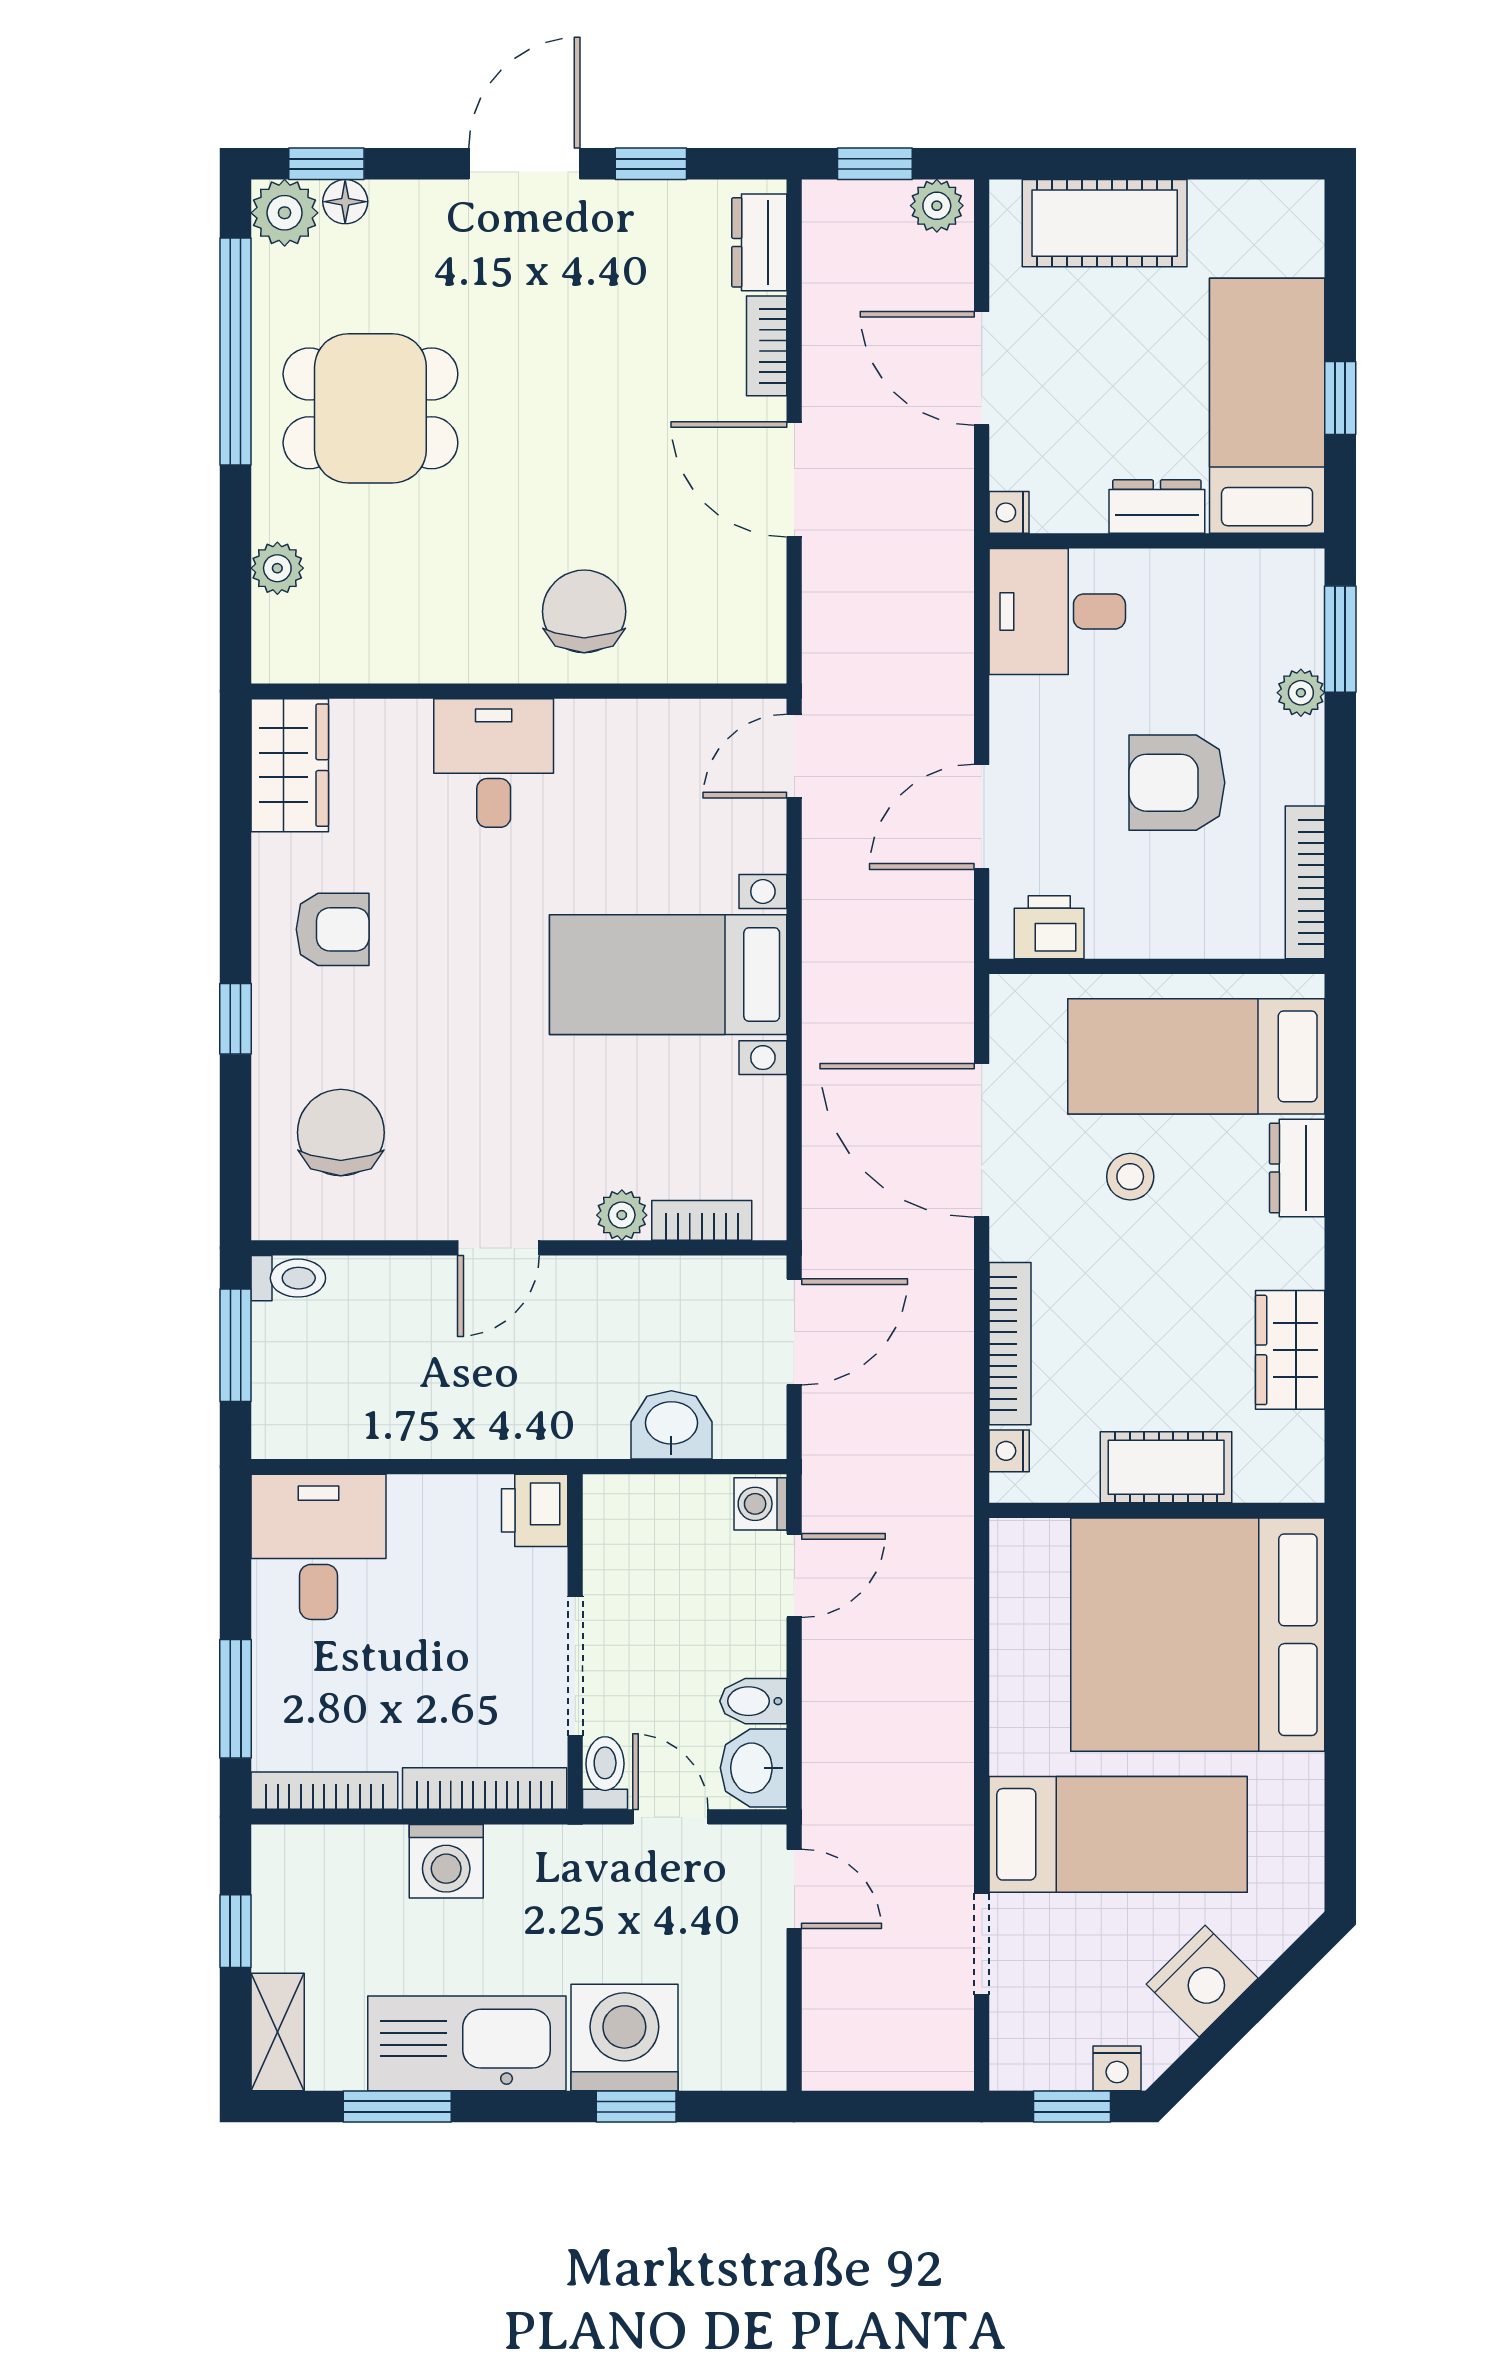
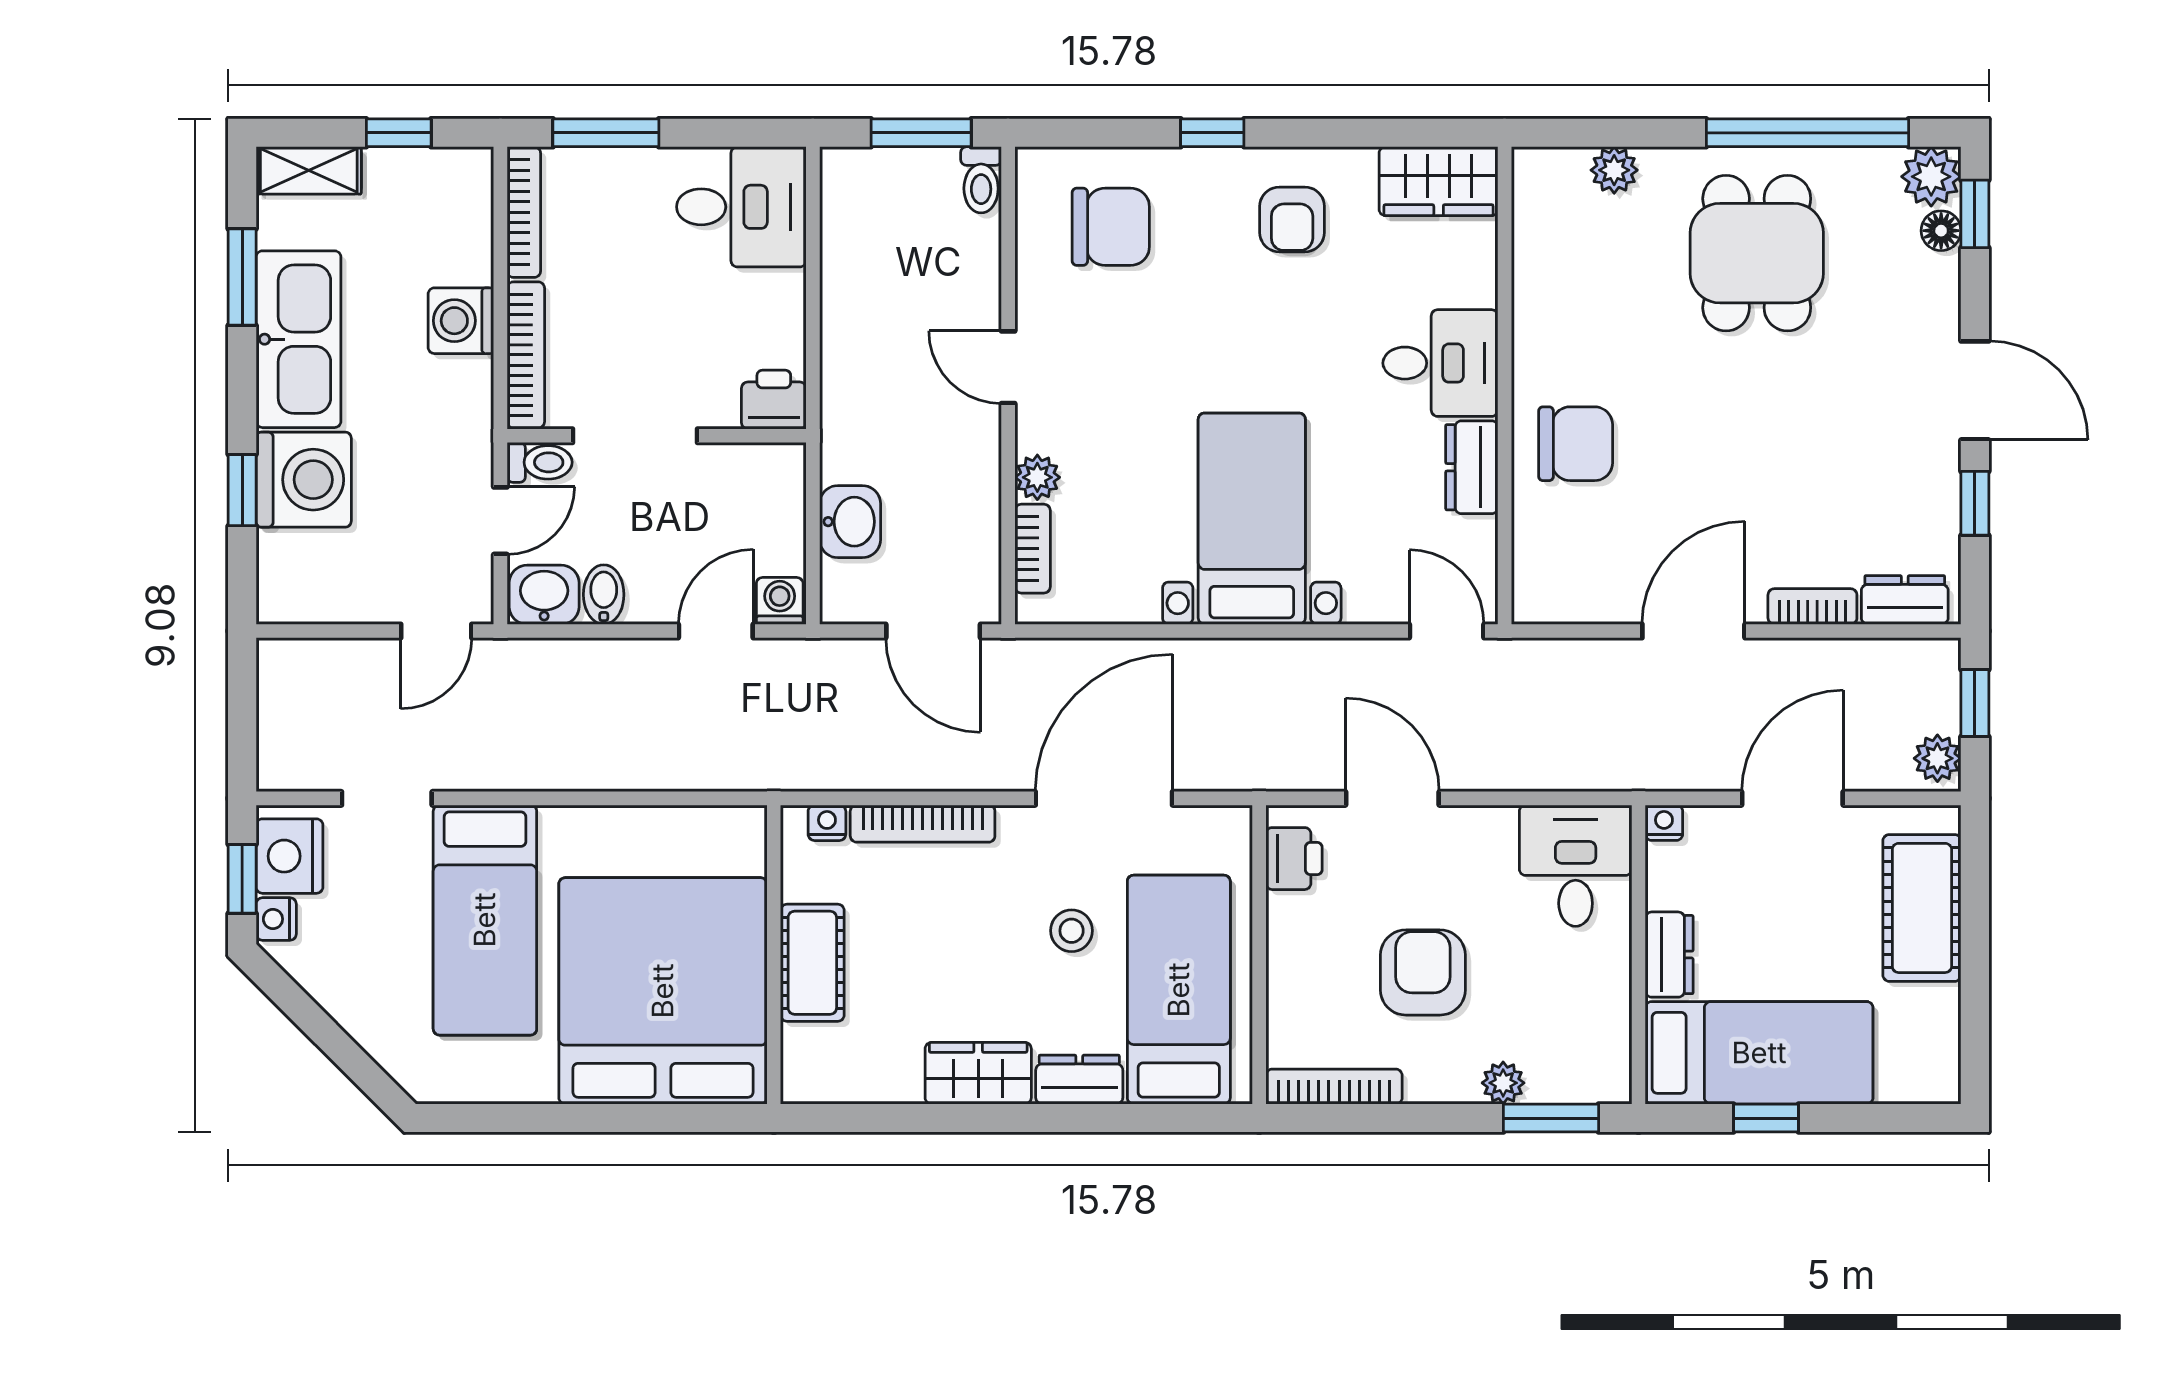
dresser: (610, 728) -> (1472, 467), added
wardrobe: (1290, 1350) -> (978, 1073), moved
door: (794, 1576) -> (716, 631), swing flipped
nightstand: (1202, 1981) -> (289, 856), moved, turned 45

